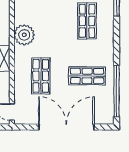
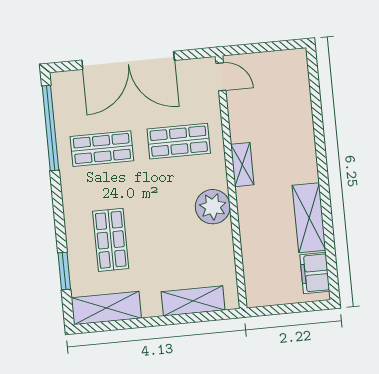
shop shelf: (41, 76) -> (179, 141), turned 90

